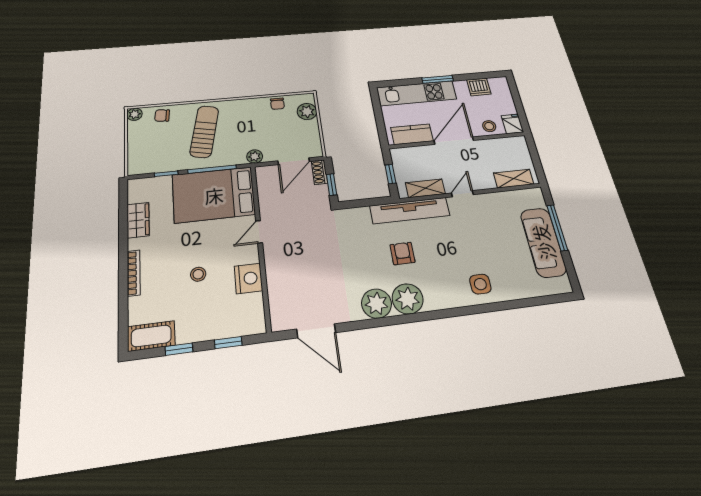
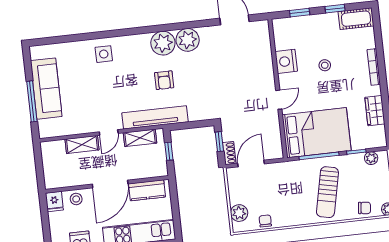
plant: (255, 156) -> (371, 158), moved
shelving: (514, 179) -> (82, 145), moved

